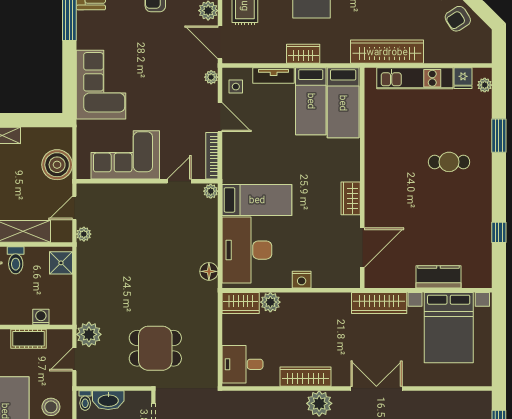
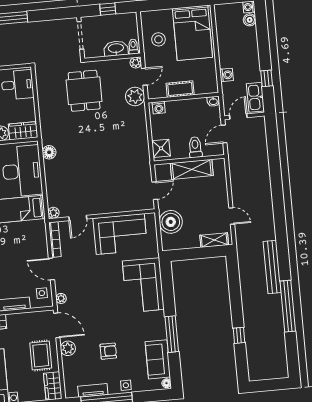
plant: (84, 234) -> (136, 63), moved
washing machine: (41, 317) -> (159, 108), moved
dining table: (155, 348) -> (84, 91), turned 90

